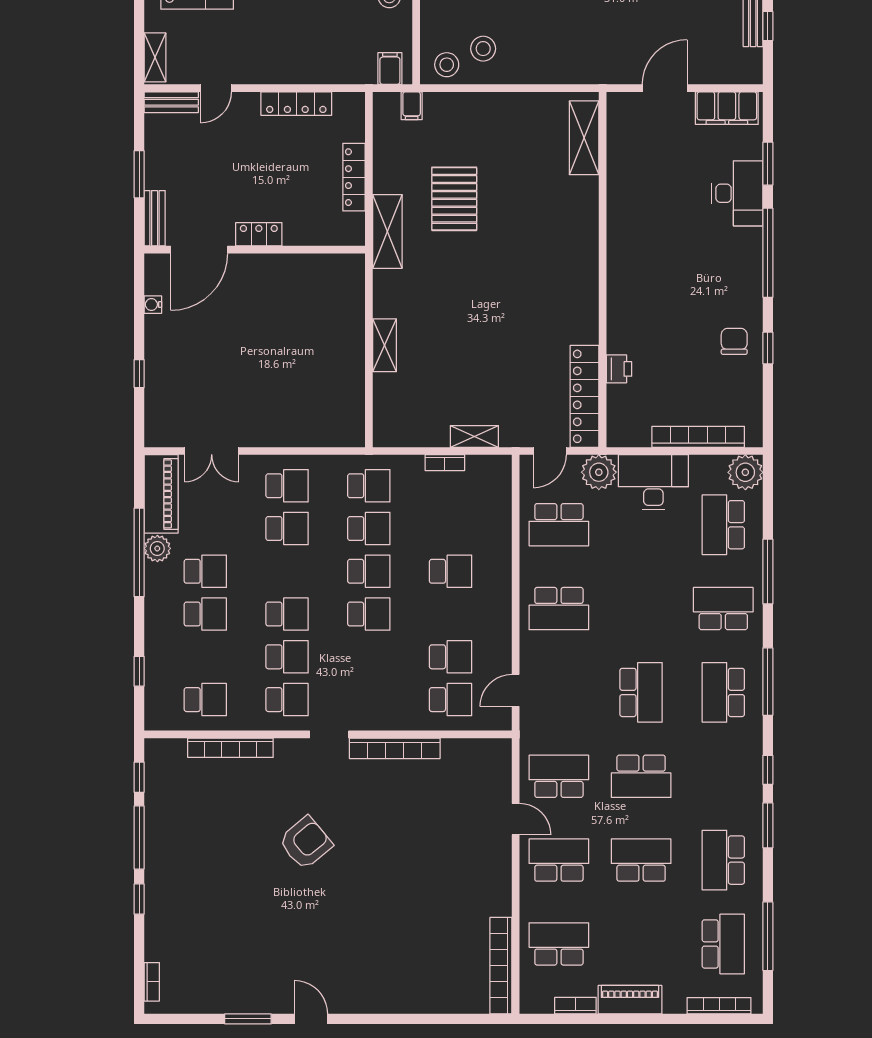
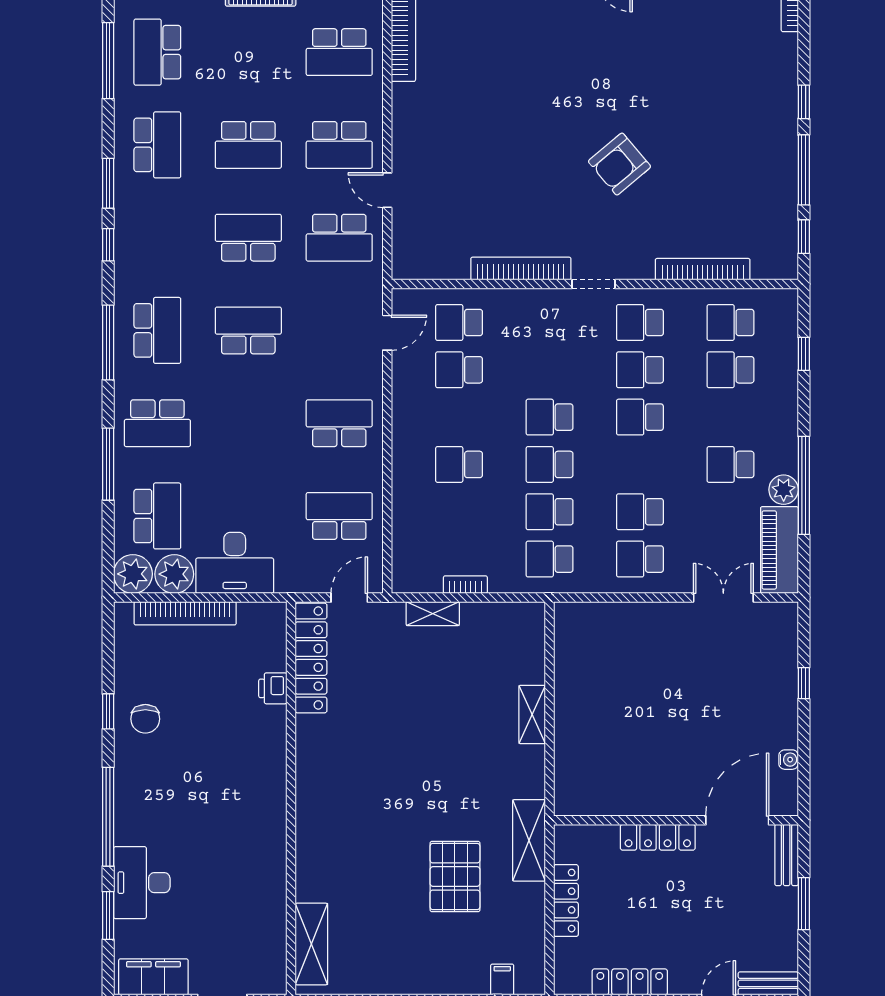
locker: (259, 234) -> (658, 837), width x1.53
plant: (599, 472) -> (174, 574), moved
school desk: (205, 614) -> (730, 370), moved
school desk: (641, 692) -> (248, 330), turned 90

